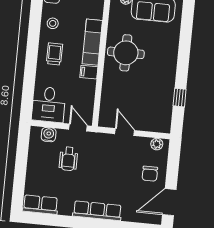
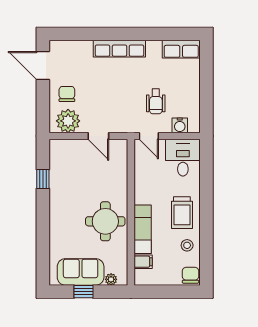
trolley: (54, 54) -> (182, 213), width x1.36, depth x1.39
filing cabinet: (89, 72) -> (143, 262), moved
plant: (157, 144) -> (68, 121), width x1.87, depth x1.87
wheelchair: (68, 159) -> (156, 101), turned 180
door: (169, 202) -> (43, 65), swing flipped

